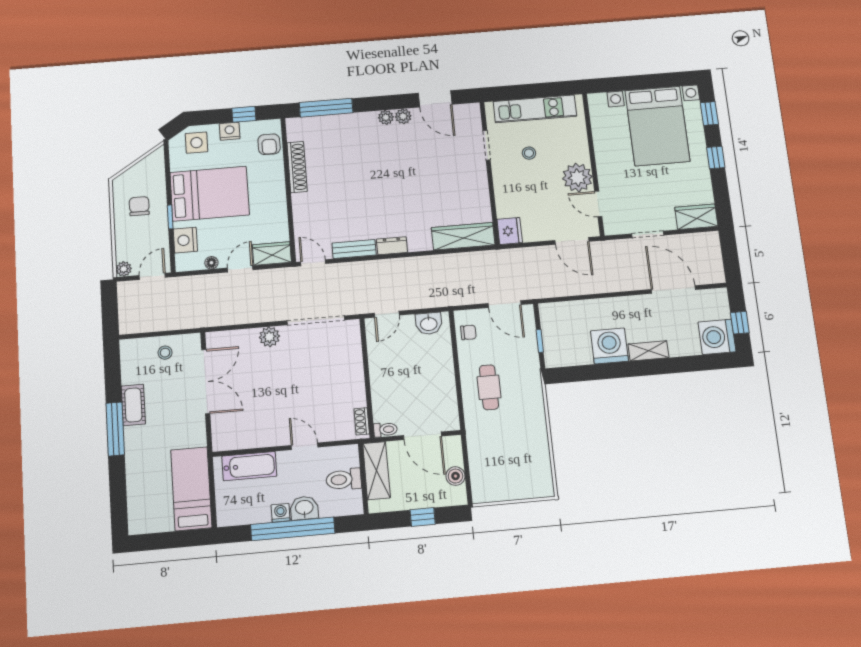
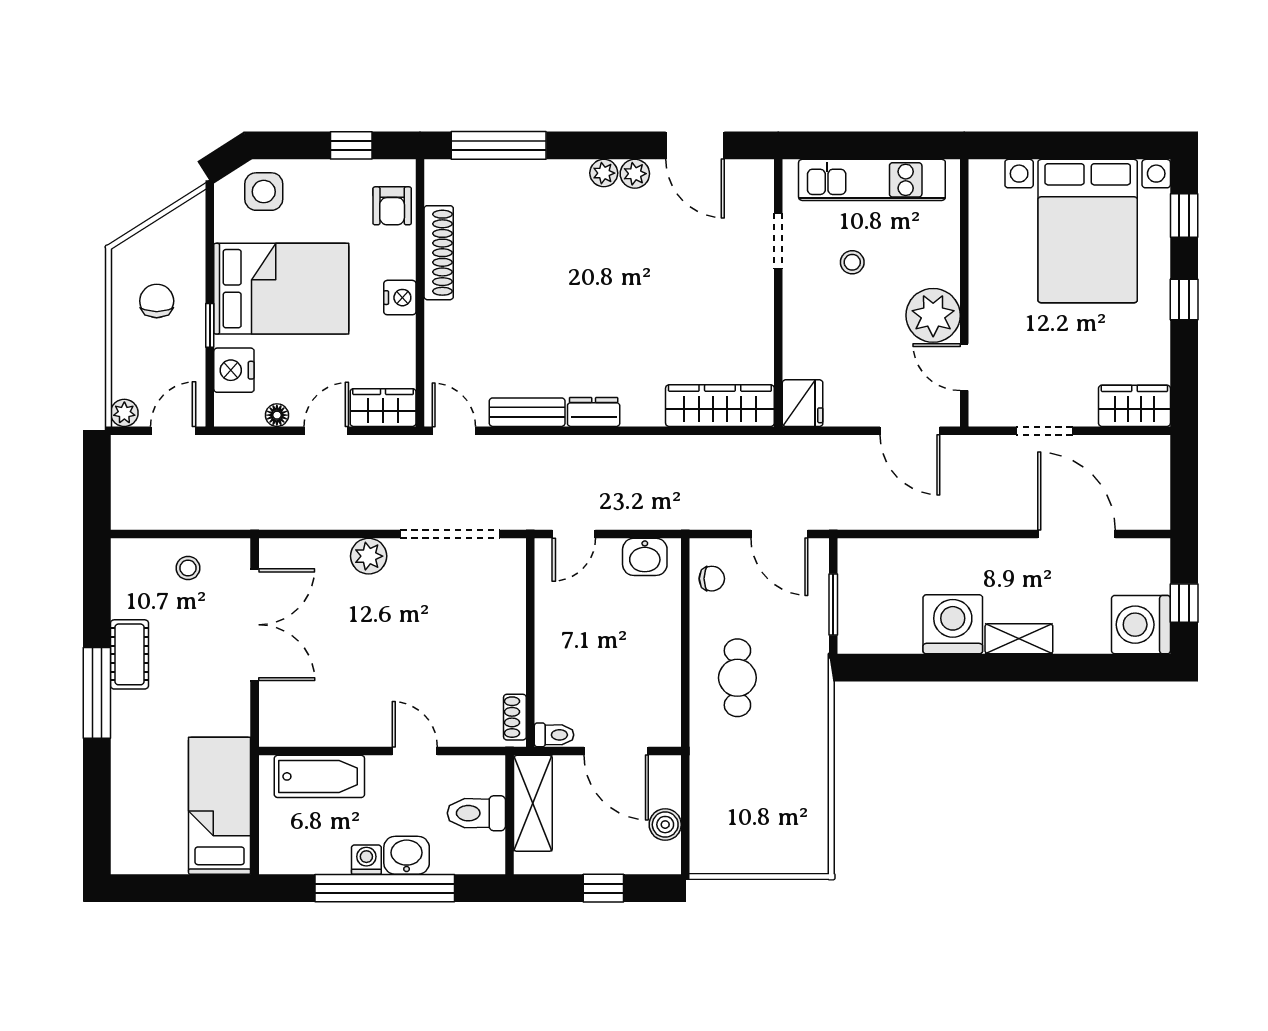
nightstand: (230, 131) -> (400, 298), moved, turned 90
window: (540, 341) -> (833, 604), width x1.50

